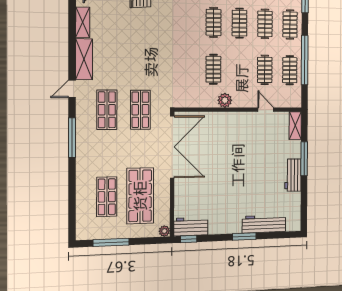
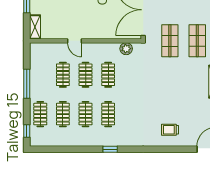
window: (305, 60) -> (27, 84), width x0.68
clothes rail: (290, 70) -> (86, 75), moved
plant: (225, 100) -> (126, 49), moved
door: (266, 110) -> (74, 41), moved

